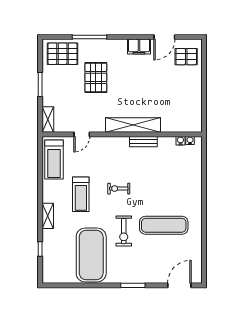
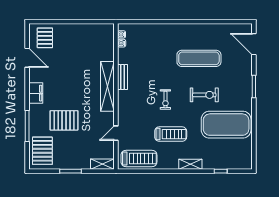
filing cabinet: (139, 47) -> (36, 93), moved
door: (82, 134) -> (116, 133), swing flipped
exercise mat: (164, 225) -> (199, 58), turned 90

